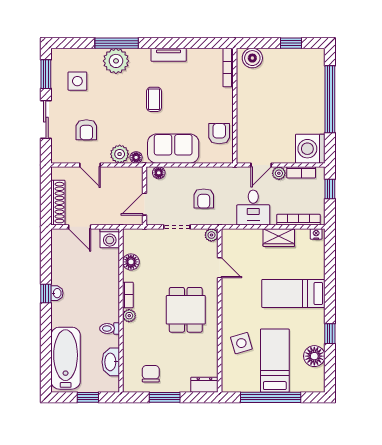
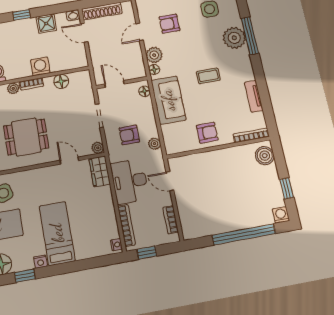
tv unit: (169, 55) -> (254, 96), moved
armchair: (219, 134) -> (207, 133), moved
washing machine: (310, 149) -> (281, 215), moved, width x0.53, depth x0.53
plant: (279, 173) -> (155, 144), moved
window: (330, 189) -> (147, 253), moved
desk: (253, 208) -> (130, 181), width x1.37
door: (80, 227) -> (84, 33), hinge flipped
washing machine: (110, 238) -> (40, 66), moved, turned 90
wardrobe: (279, 238) -> (100, 171), moved
shower: (61, 267) -> (46, 24), added
door: (220, 268) -> (69, 161), swing flipped
washbasin: (57, 293) -> (73, 15), moved
nightstand: (319, 315) -> (40, 262), added

